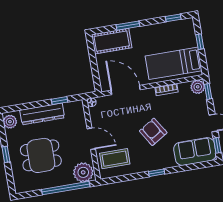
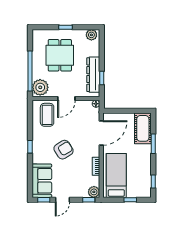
dresser: (42, 114) -> (93, 75), moved

